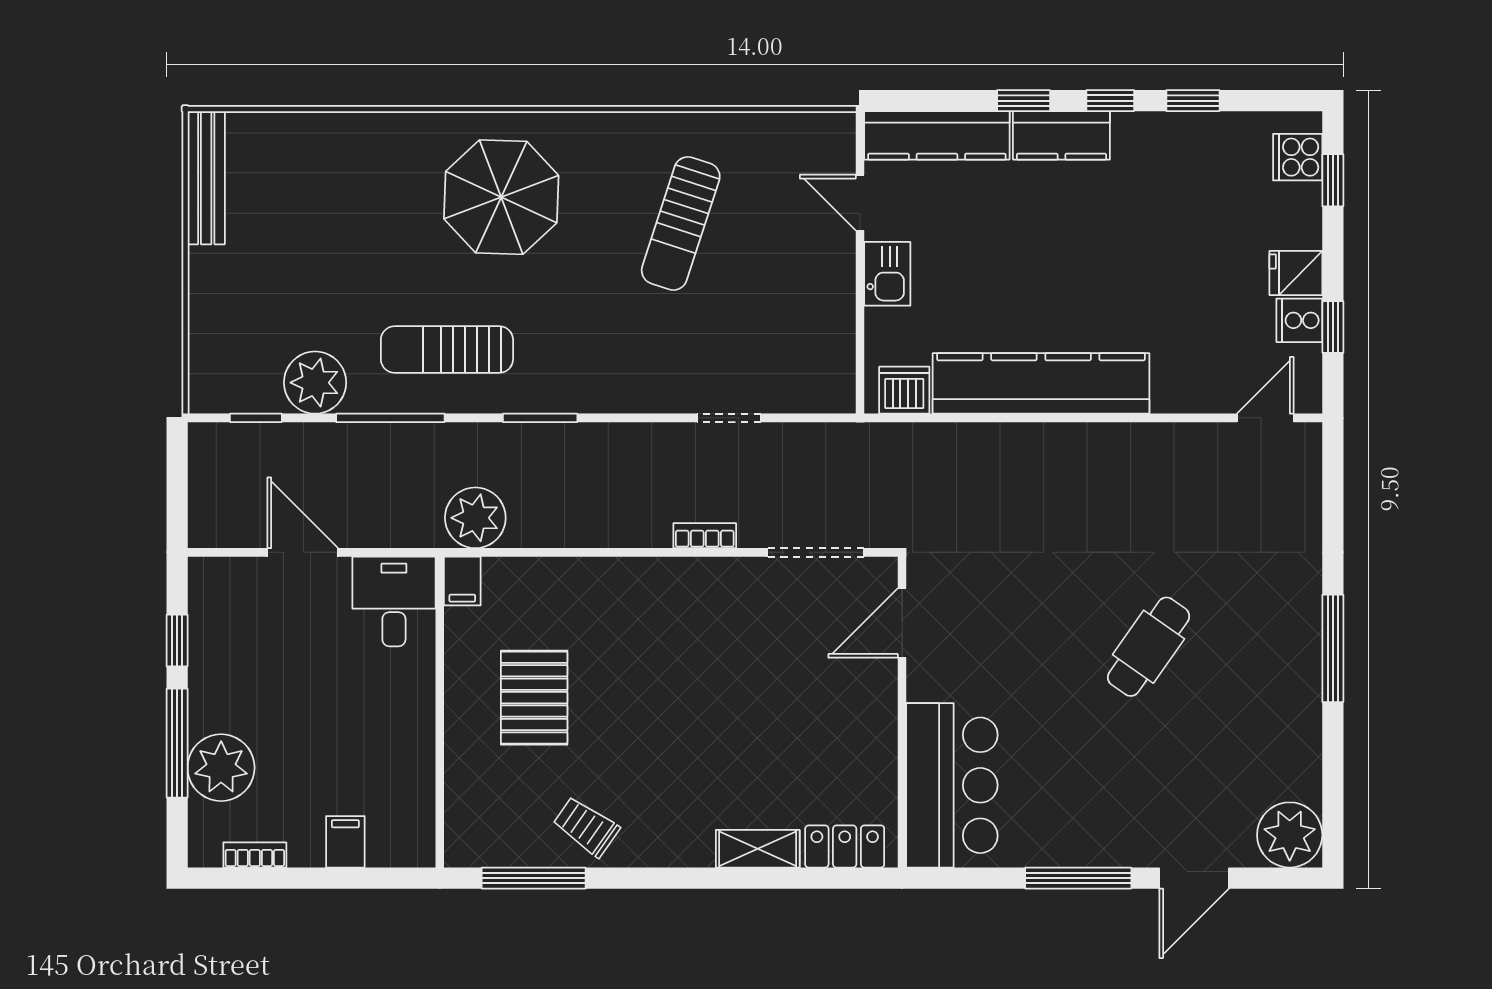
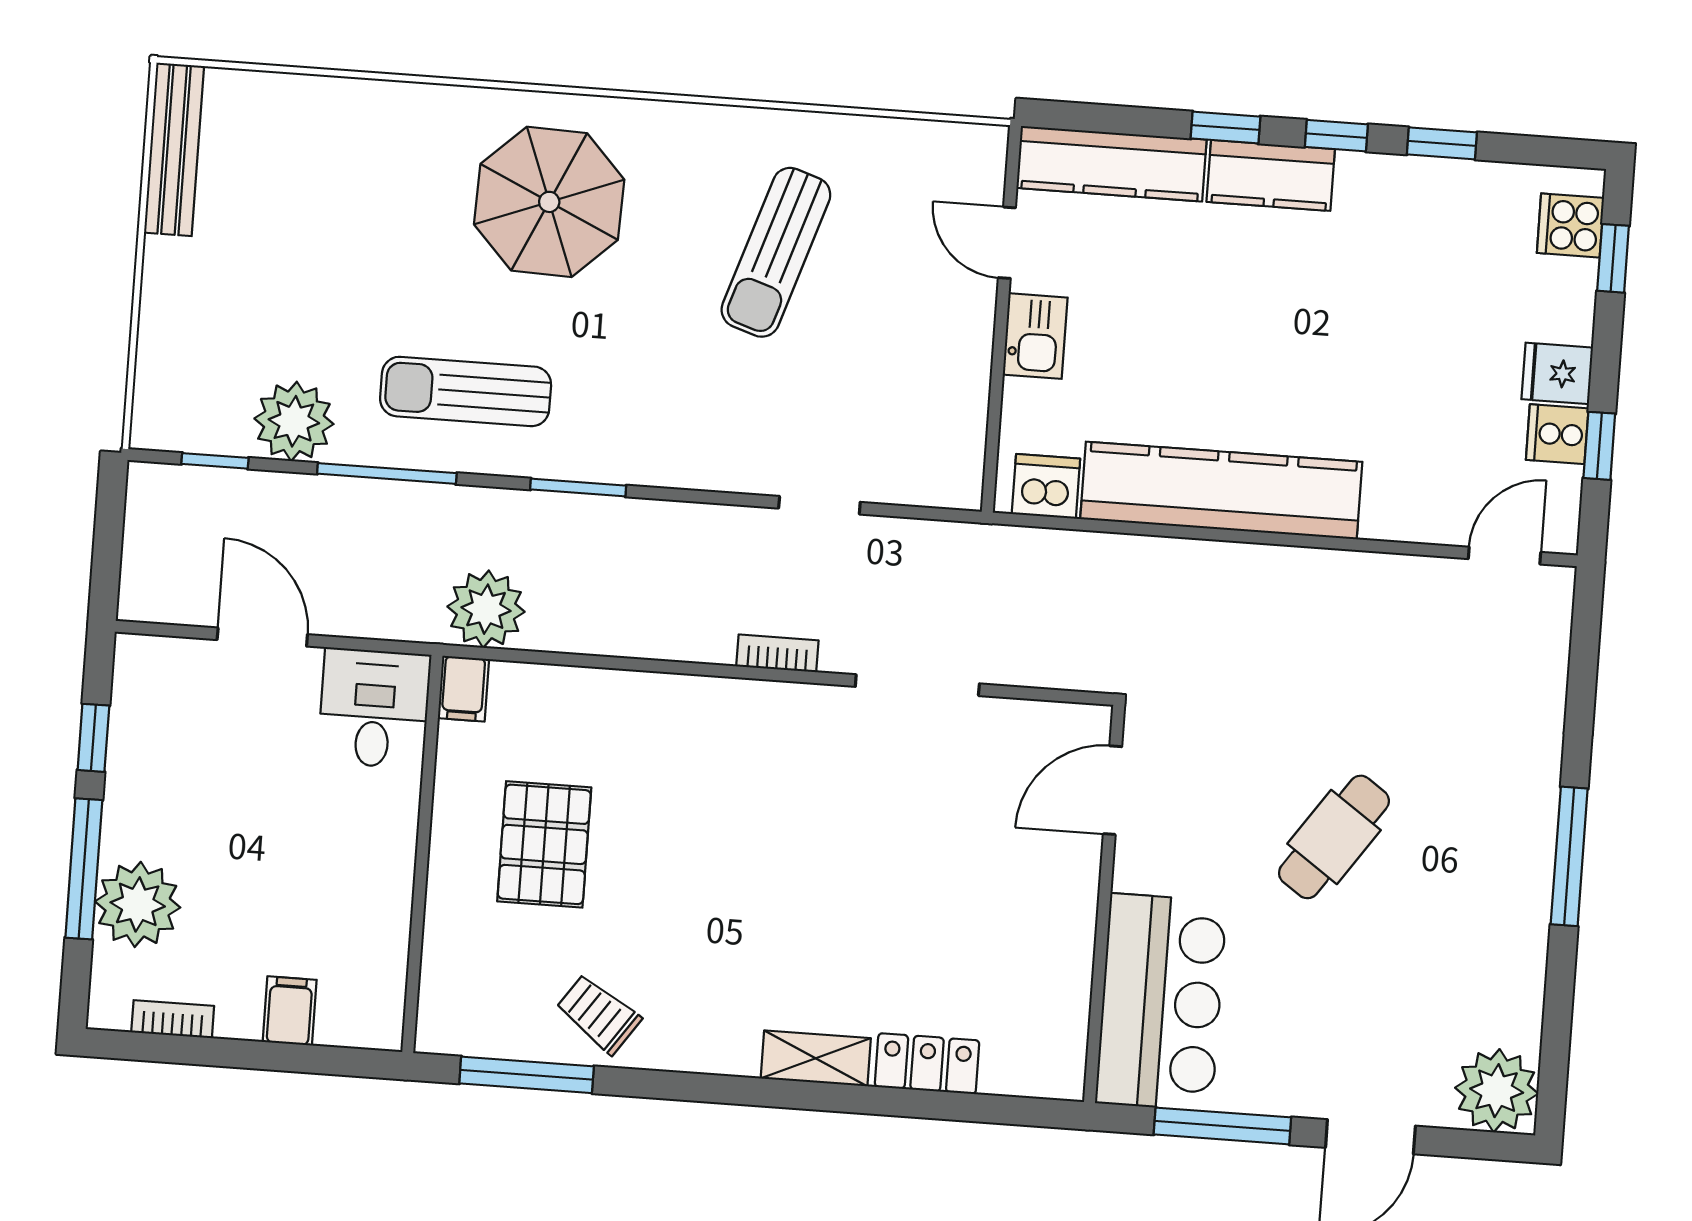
door: (902, 623) -> (1113, 790), moved
wall: (902, 712) -> (1104, 904), moved
bar counter: (952, 785) -> (1161, 1002), moved

